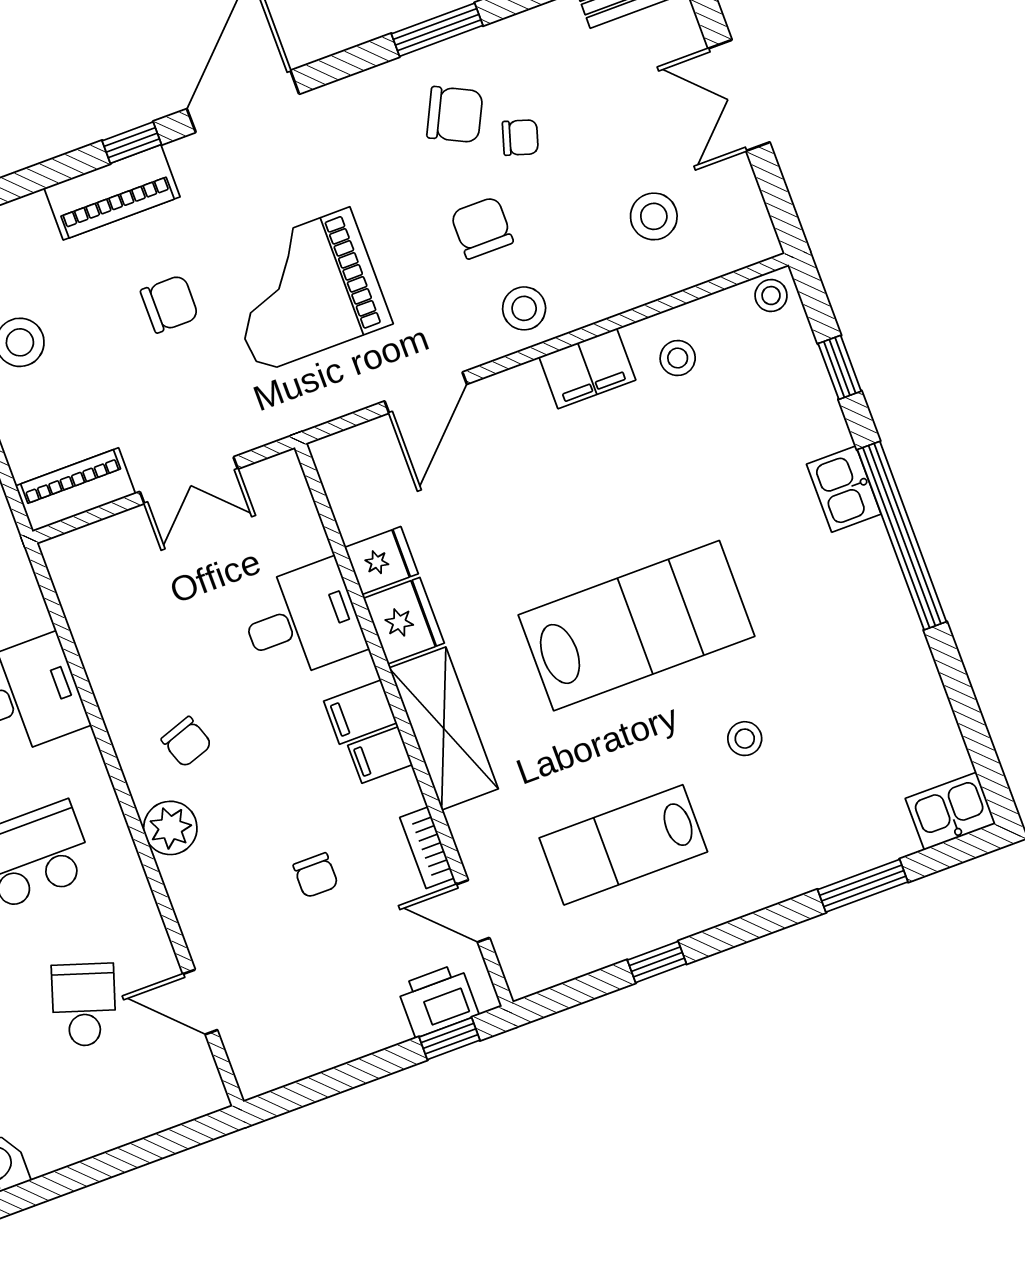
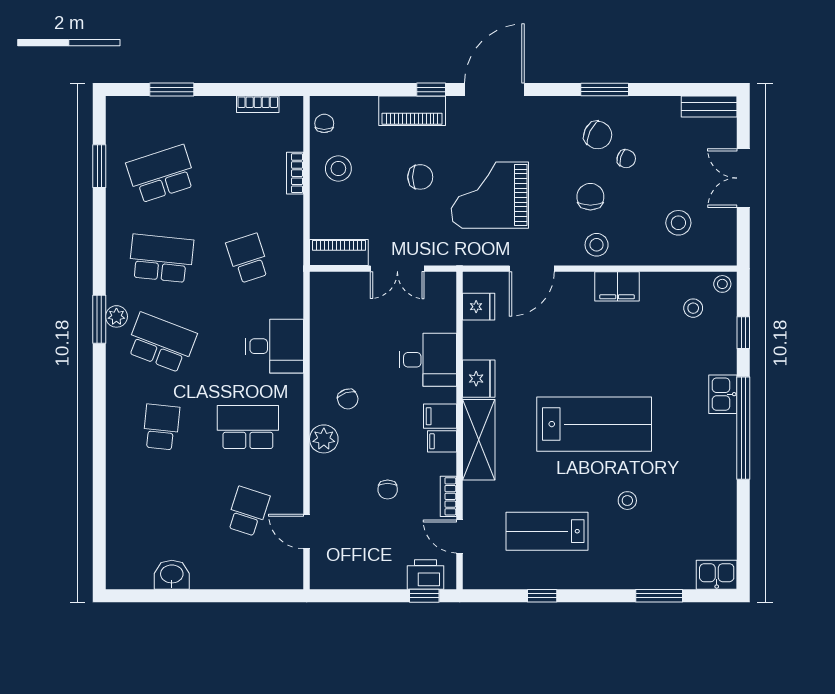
stool: (678, 358) -> (693, 308), moved
fridge: (381, 561) -> (479, 307), moved

